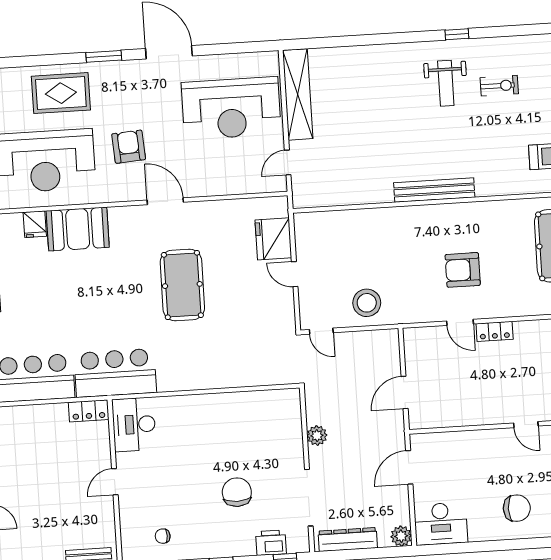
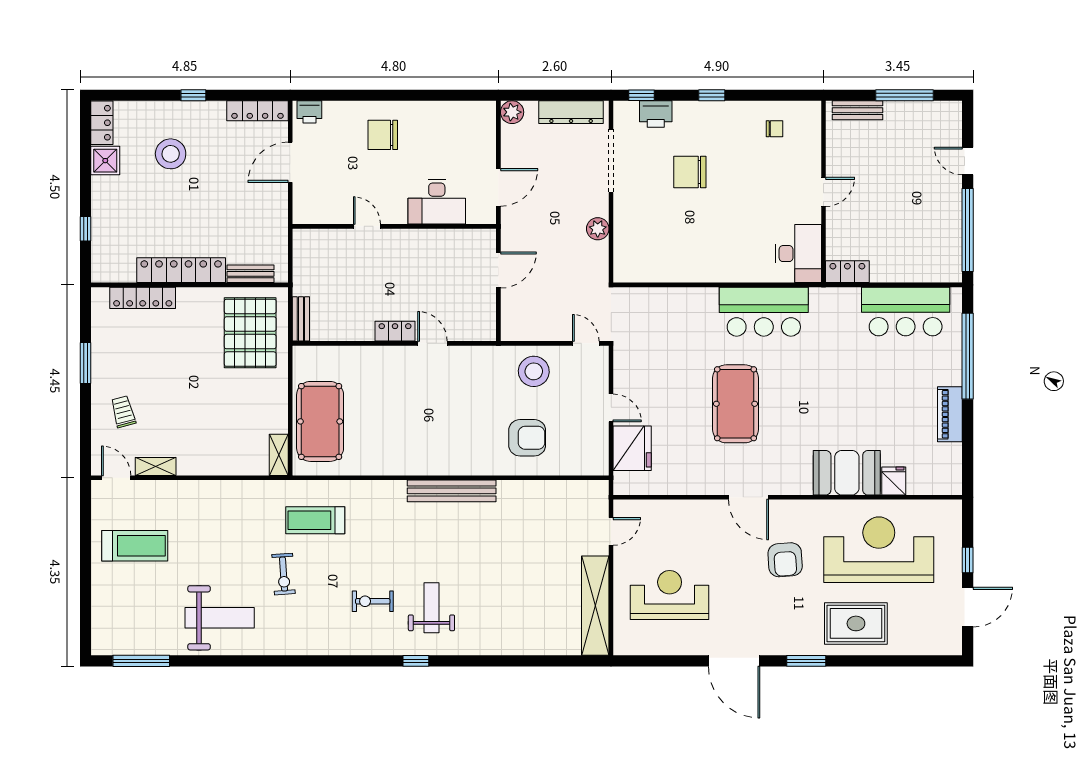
reception desk: (231, 108) -> (670, 595), width x0.74, depth x0.77
armchair: (463, 270) -> (527, 438), moved
bar counter: (115, 373) -> (764, 312), moved
chair: (237, 492) -> (690, 172), turned 90
desk: (441, 524) -> (437, 202), moved, turned 180

